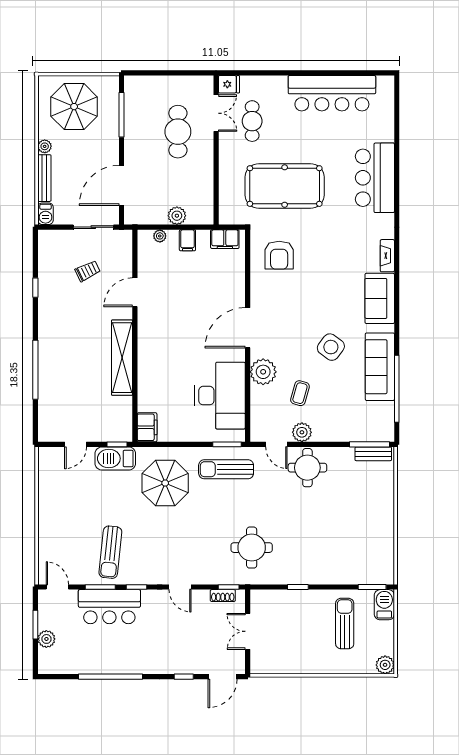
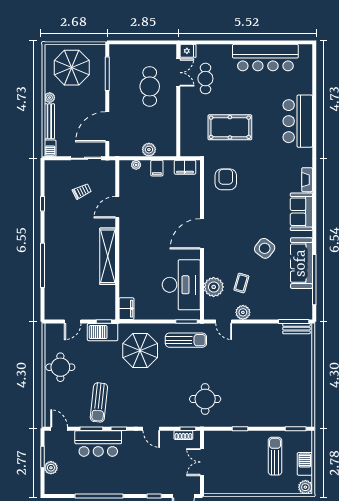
pool table: (285, 186) -> (230, 127), width x0.73, depth x0.76
armchair: (279, 255) -> (226, 179), turned 180
plant: (263, 372) -> (214, 287), moved
round table: (307, 468) -> (60, 367), moved
sun lounger: (226, 469) -> (186, 340), turned 180
barbecue: (384, 605) -> (305, 464), moved

